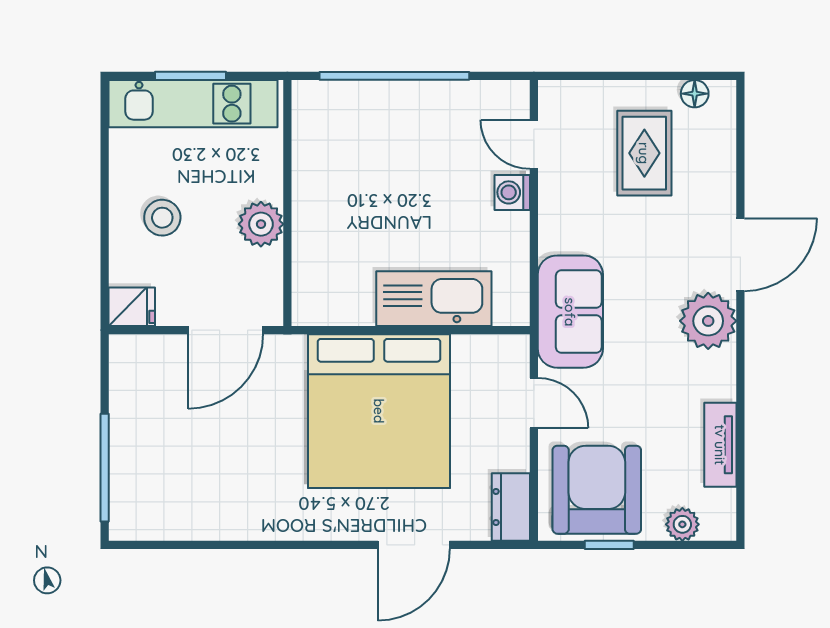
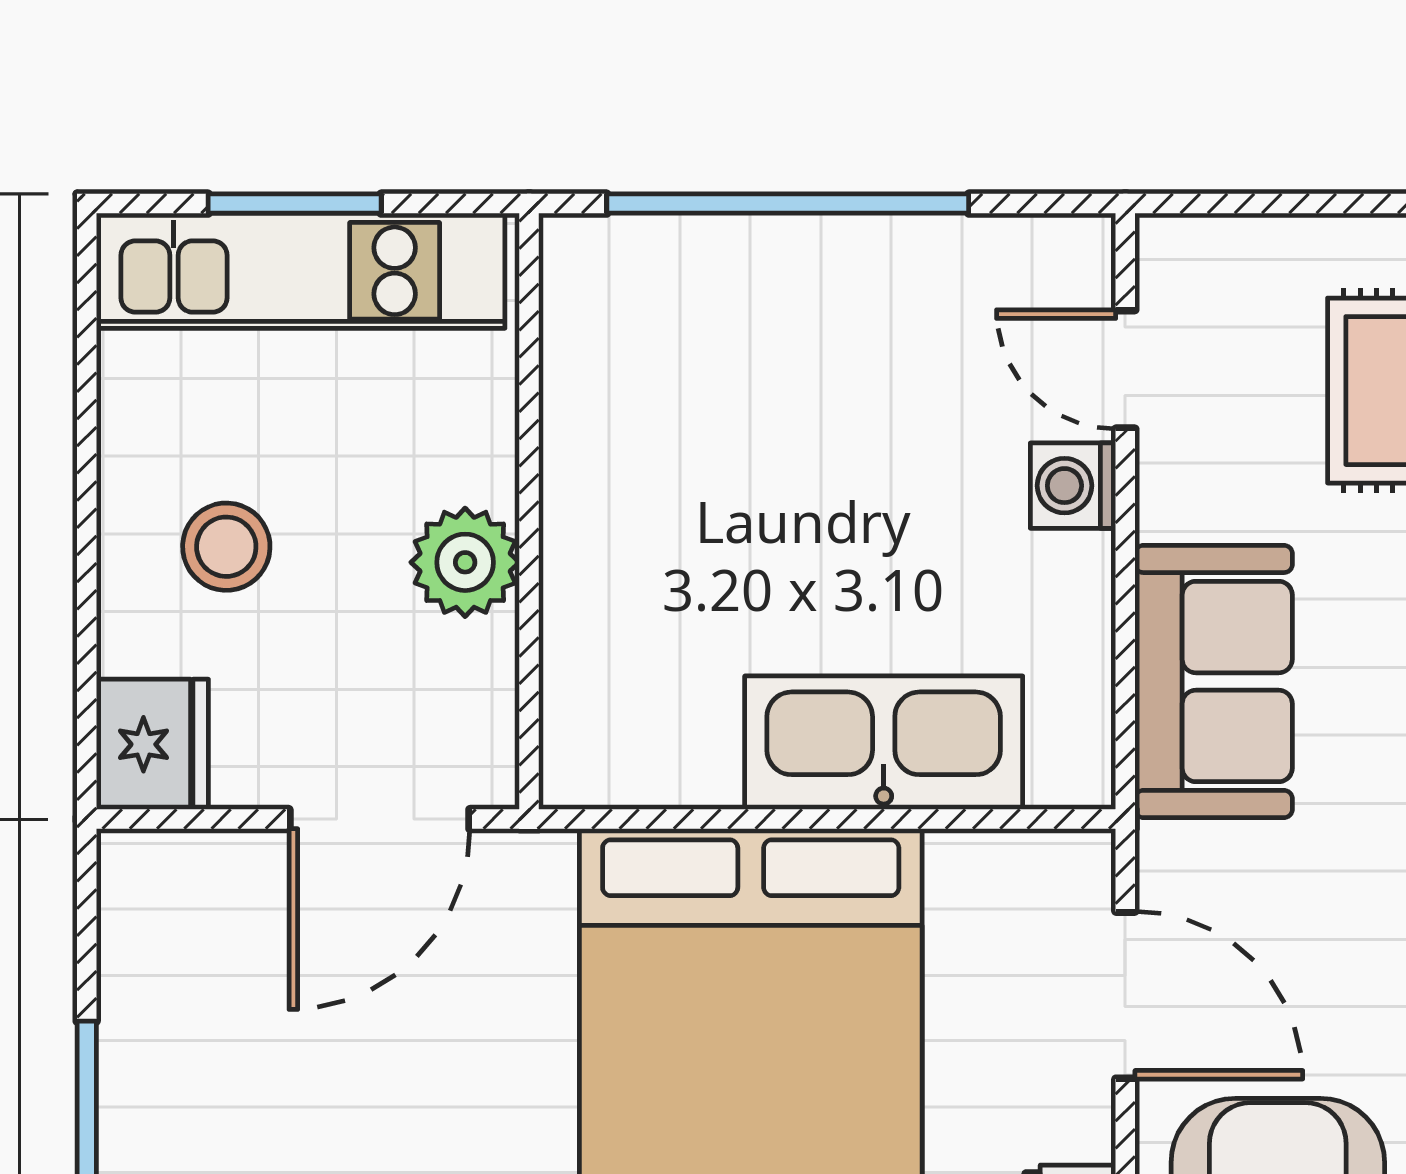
fridge: (132, 307) -> (152, 744), width x1.38
sofa: (570, 312) -> (1214, 681), moved
door: (534, 403) -> (1125, 995), width x1.38

